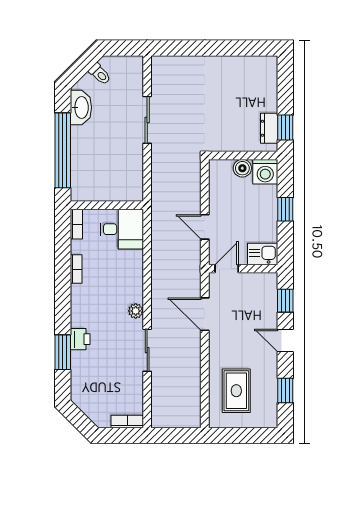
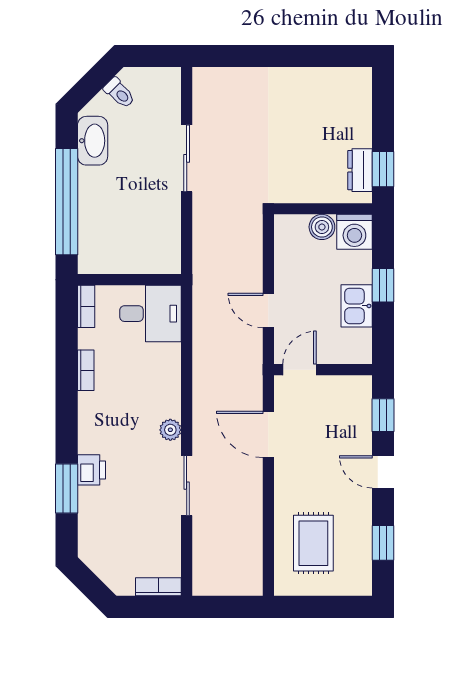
kitchen sink: (263, 254) -> (357, 306), moved, turned -90

